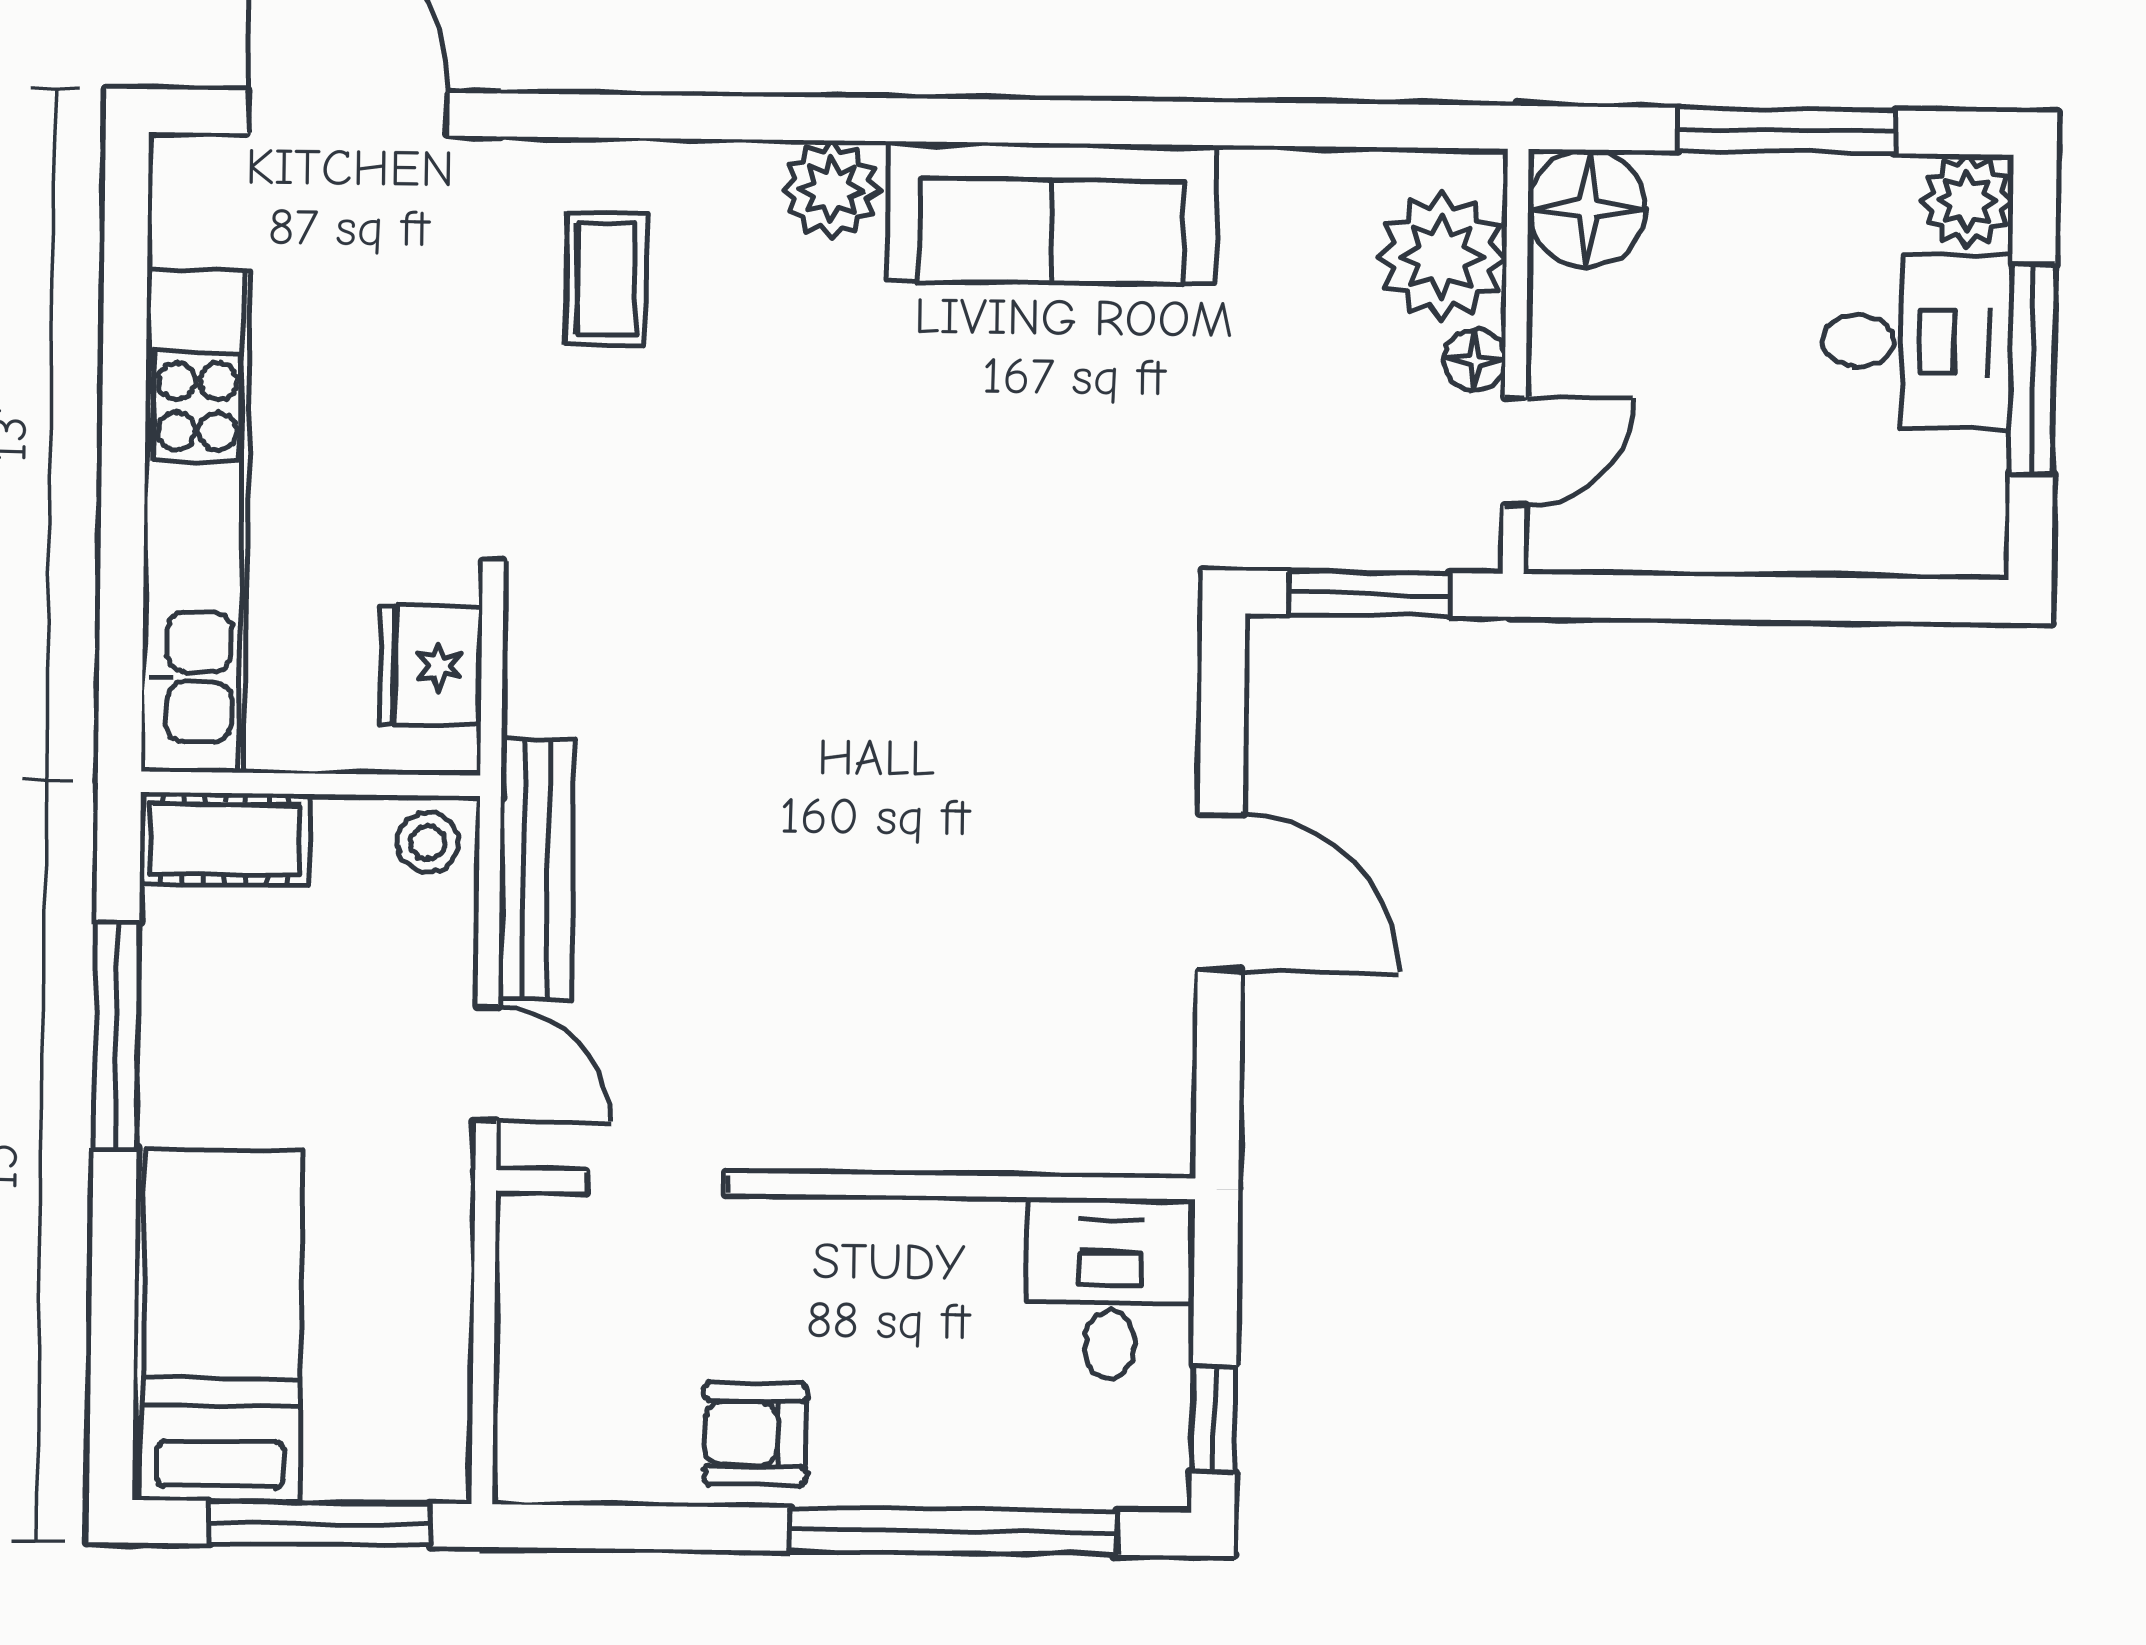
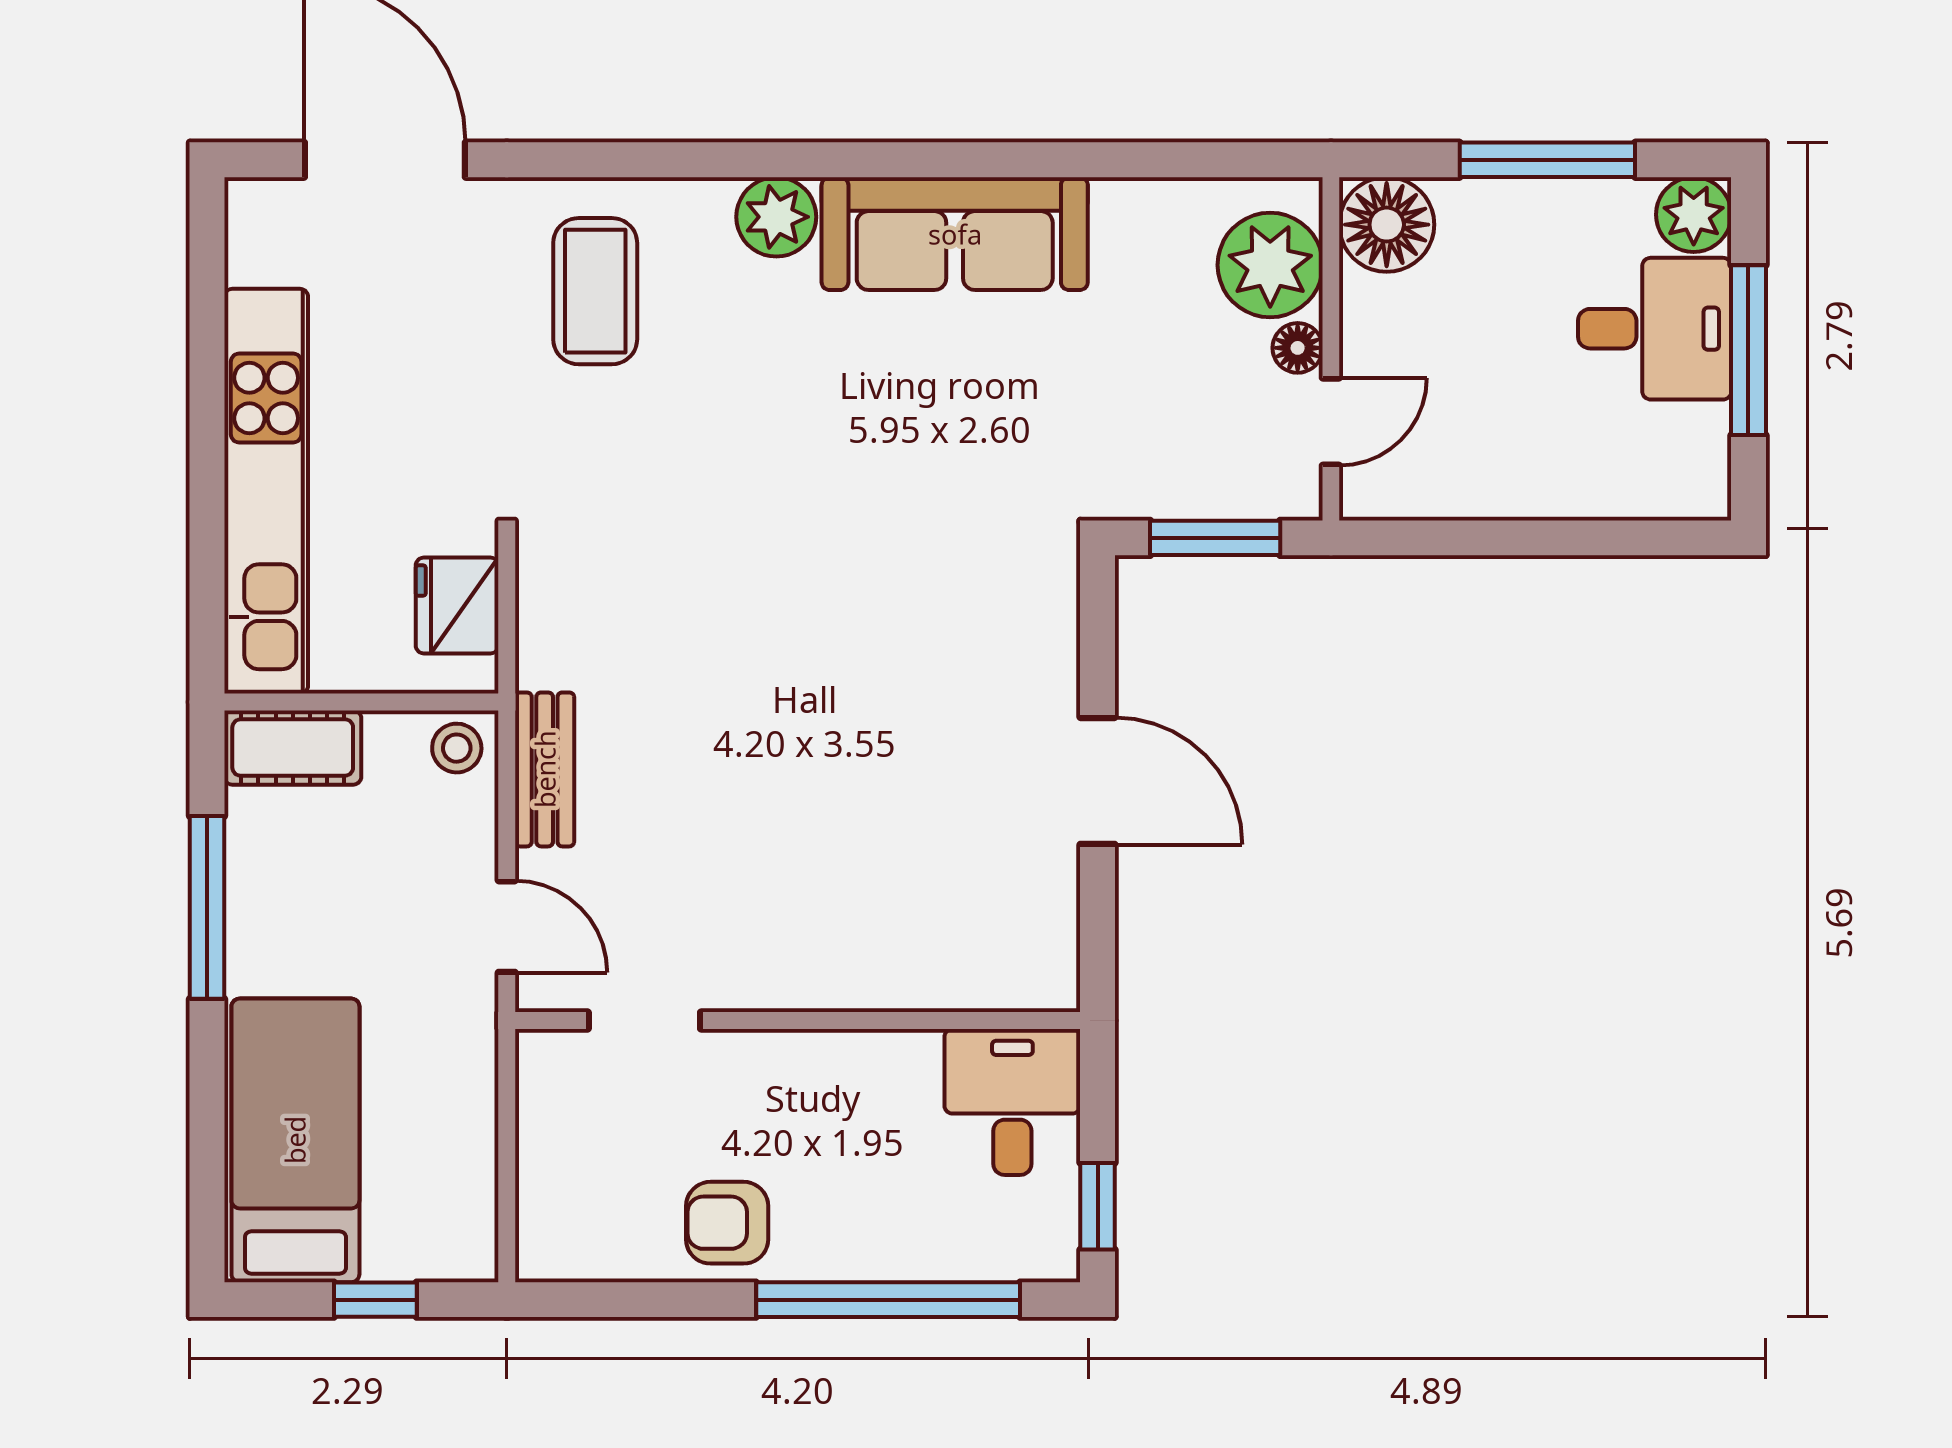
coffee table: (606, 279) -> (595, 291), width x1.36, depth x1.30
bench: (536, 870) -> (545, 769), width x0.73
window: (319, 1524) -> (375, 1300), width x0.46

